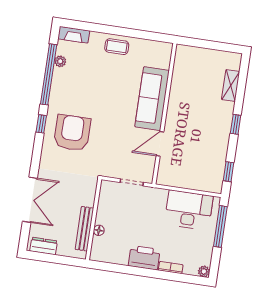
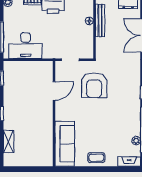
sofa: (152, 99) -> (65, 144), moved
armchair: (72, 133) -> (94, 85), moved

